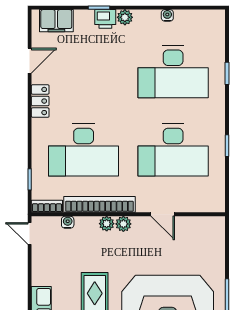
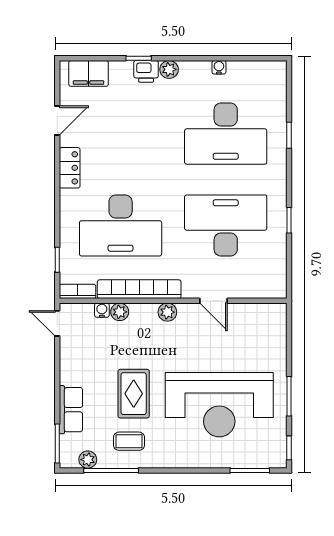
desk: (173, 150) -> (226, 225), turned 180
plant: (107, 224) -> (120, 312), moved

